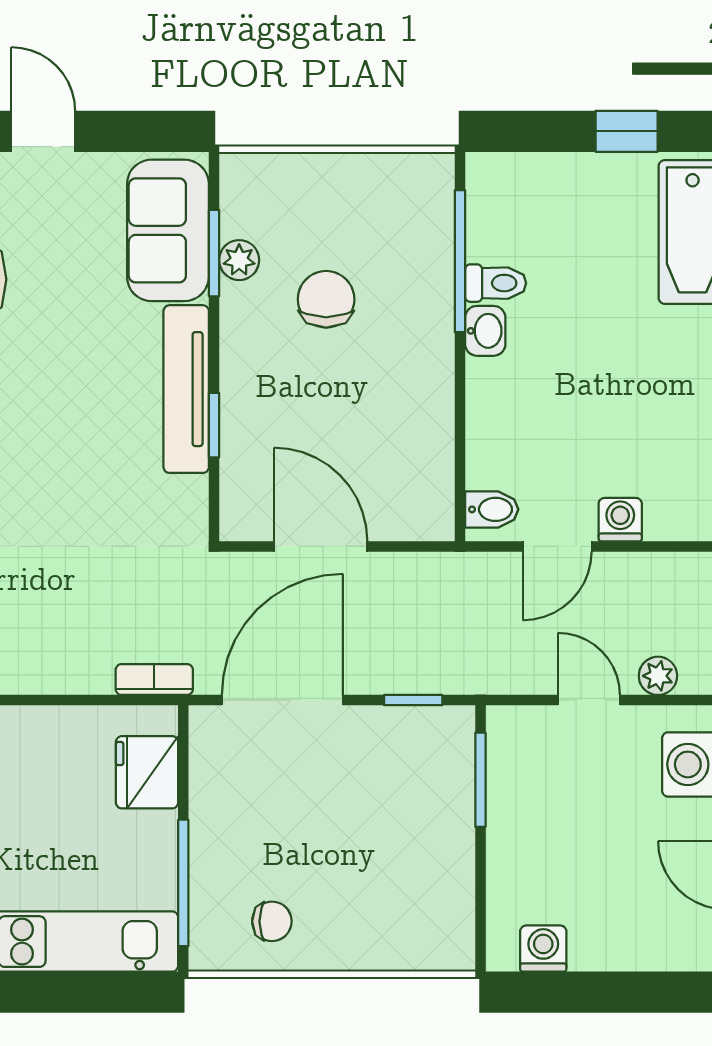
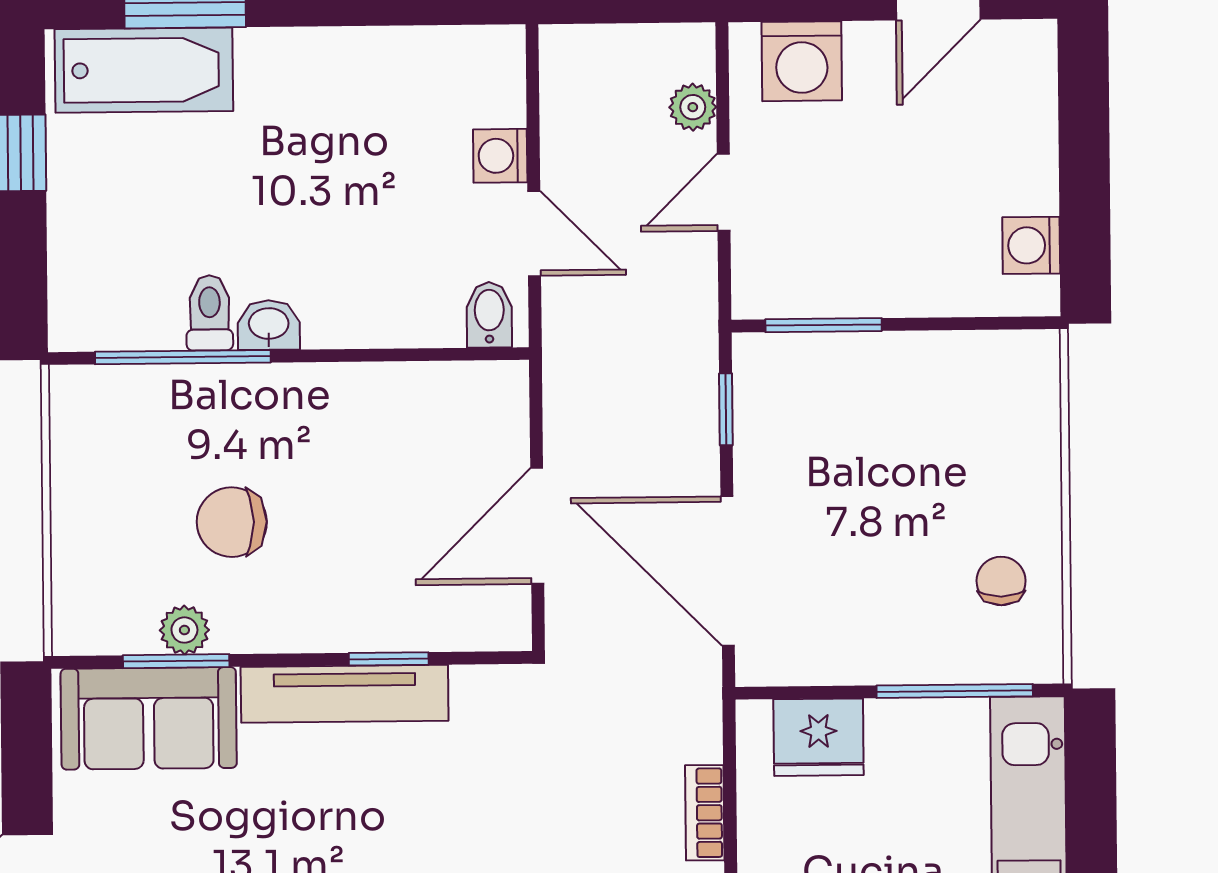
bookcase: (154, 680) -> (705, 813), moved

